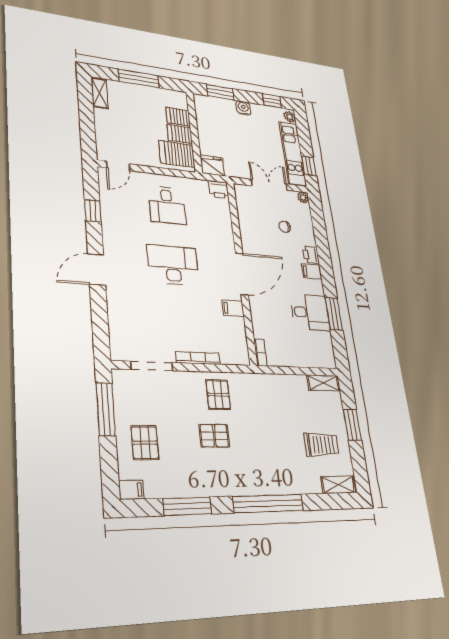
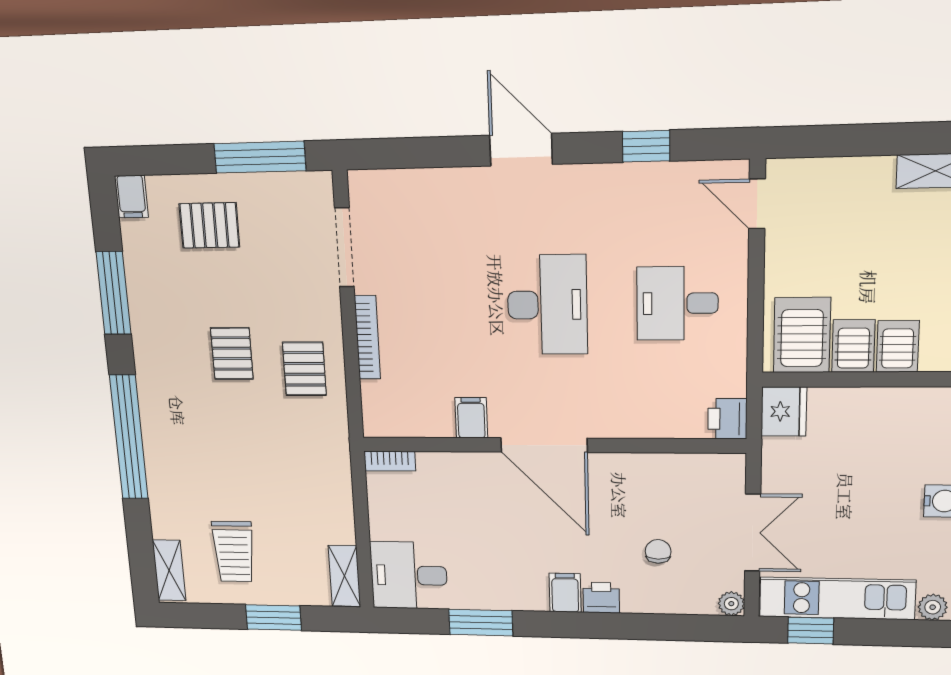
desk: (310, 312) -> (409, 575), moved, turned 90
pallet: (218, 395) -> (304, 369), turned 90

